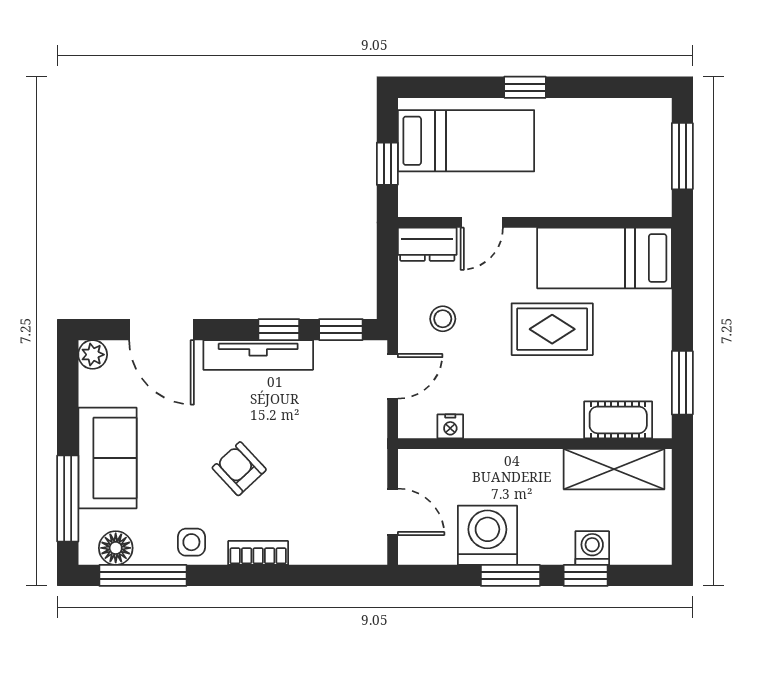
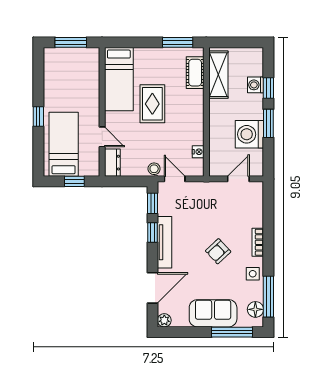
stool: (443, 319) -> (154, 169), moved

